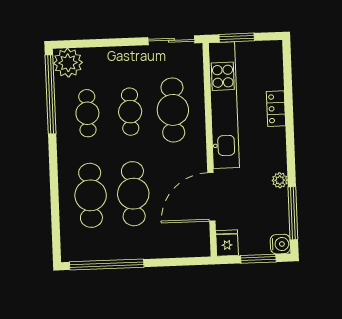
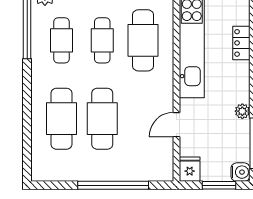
door: (211, 197) -> (176, 125), width x0.53
window: (107, 265) -> (113, 185), moved

